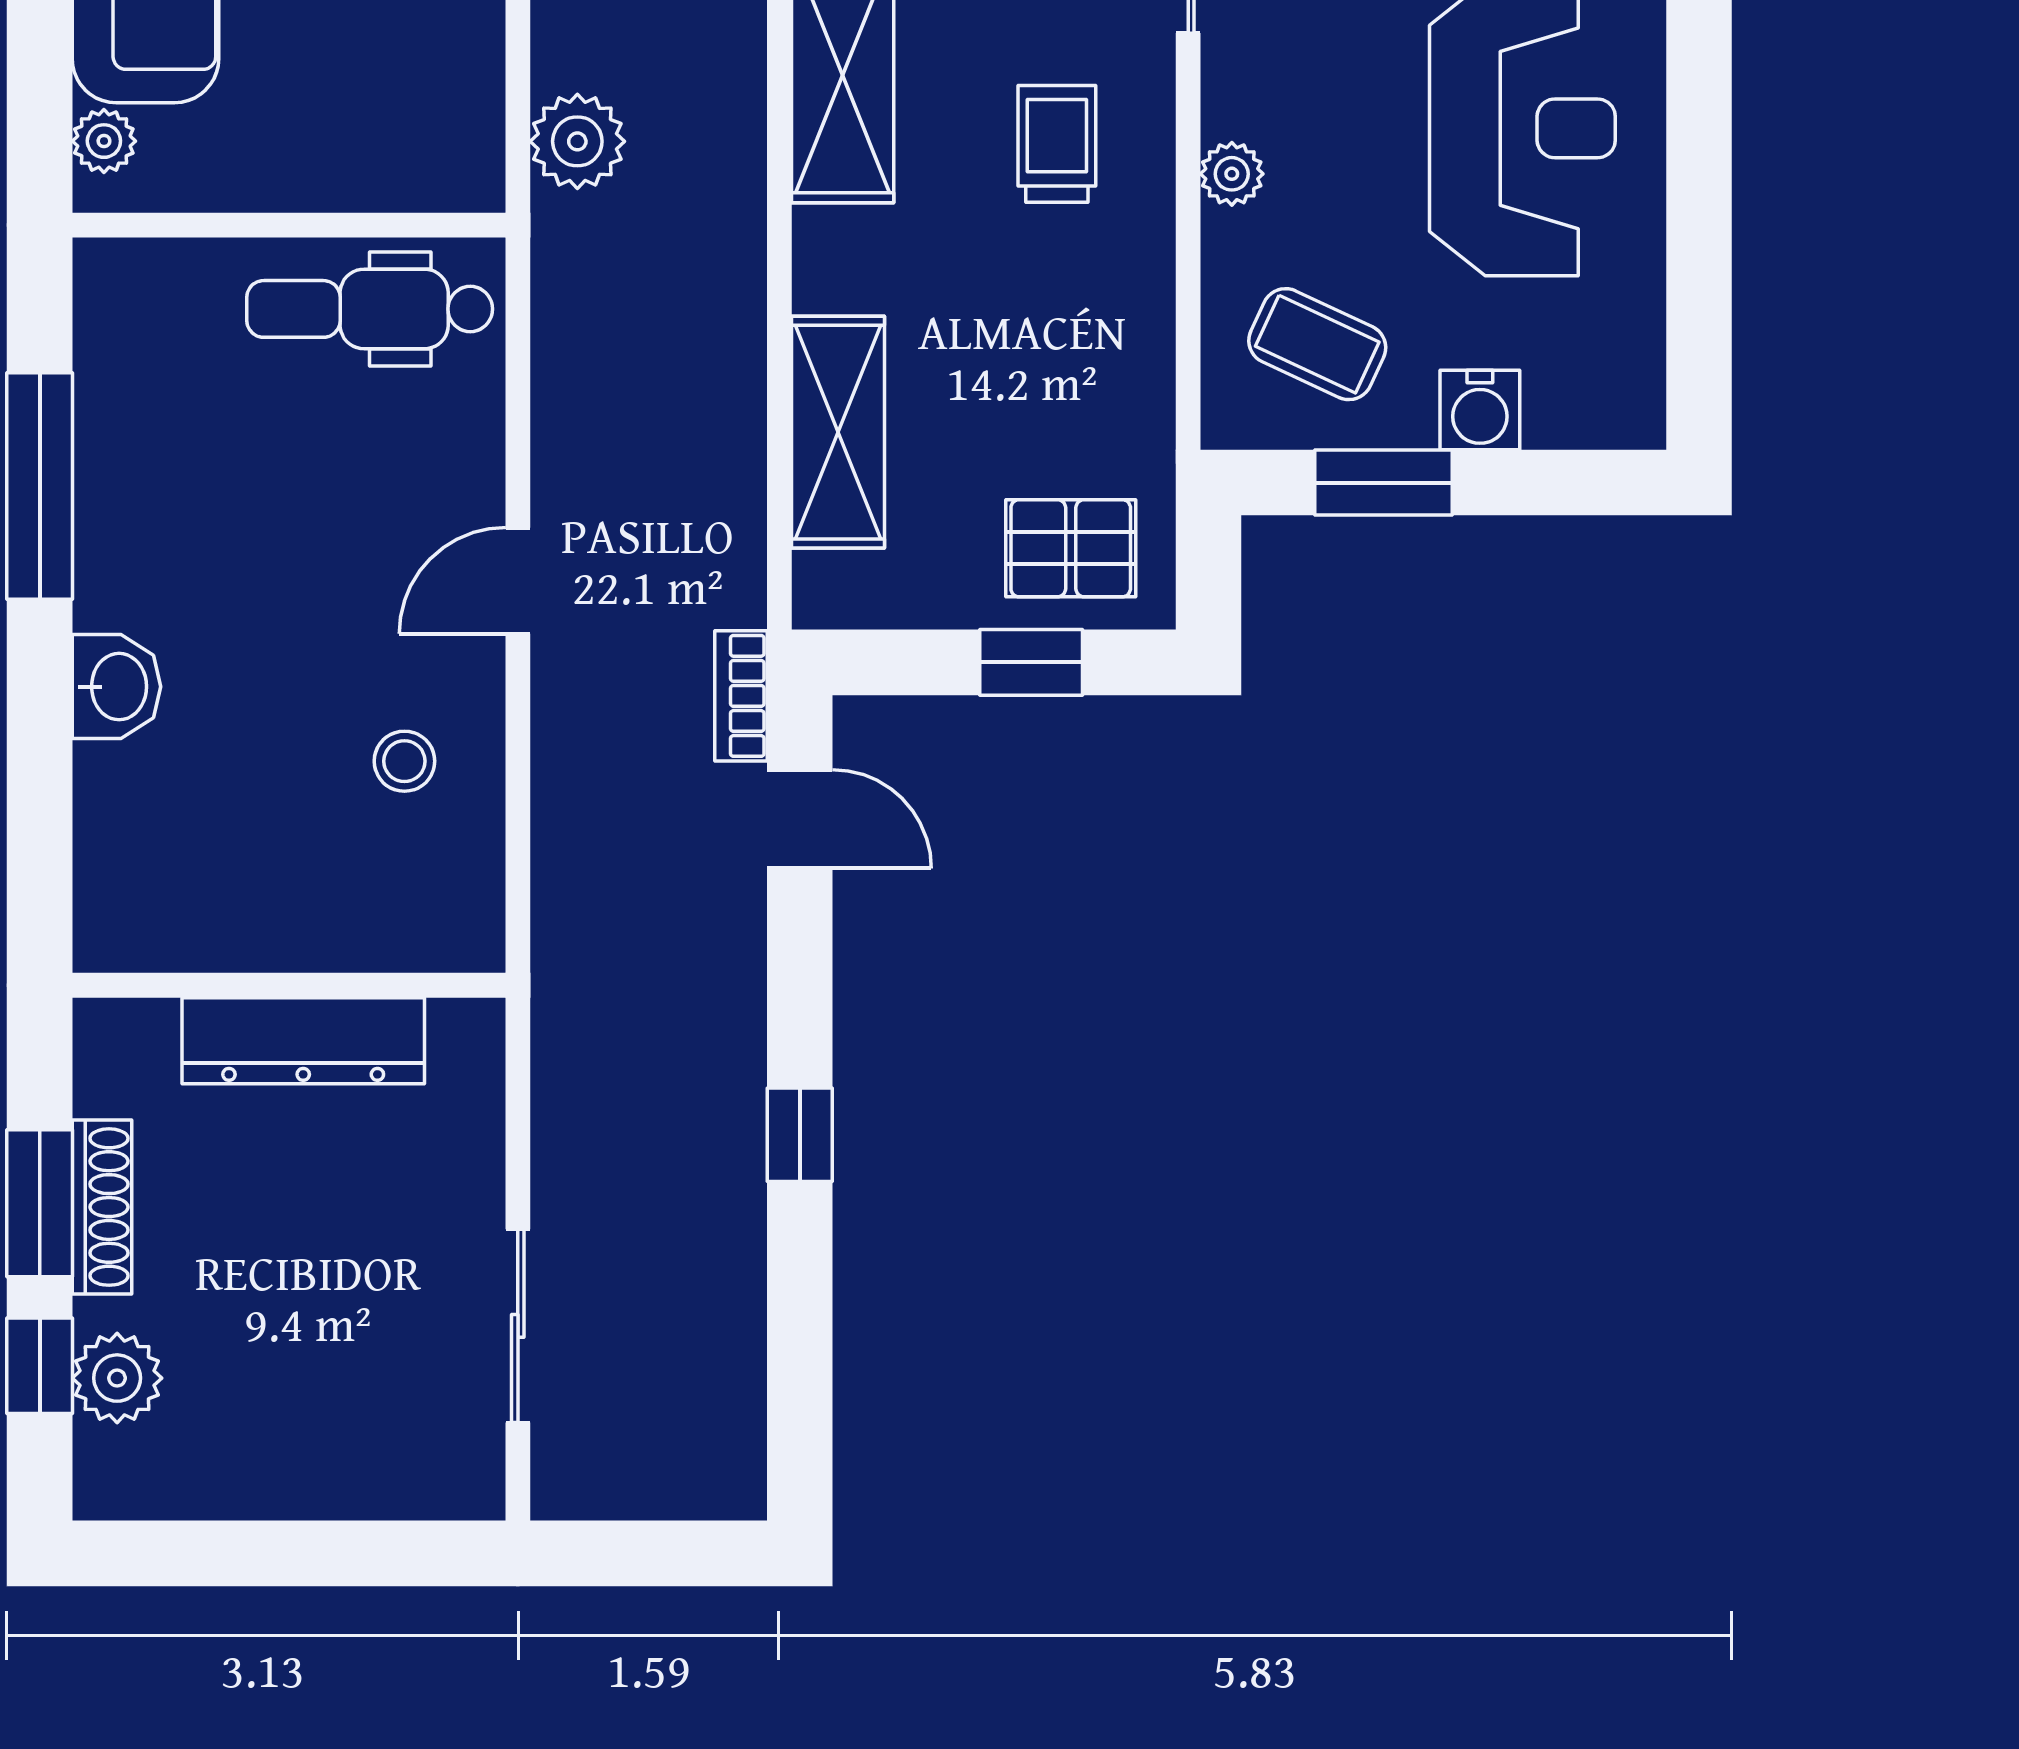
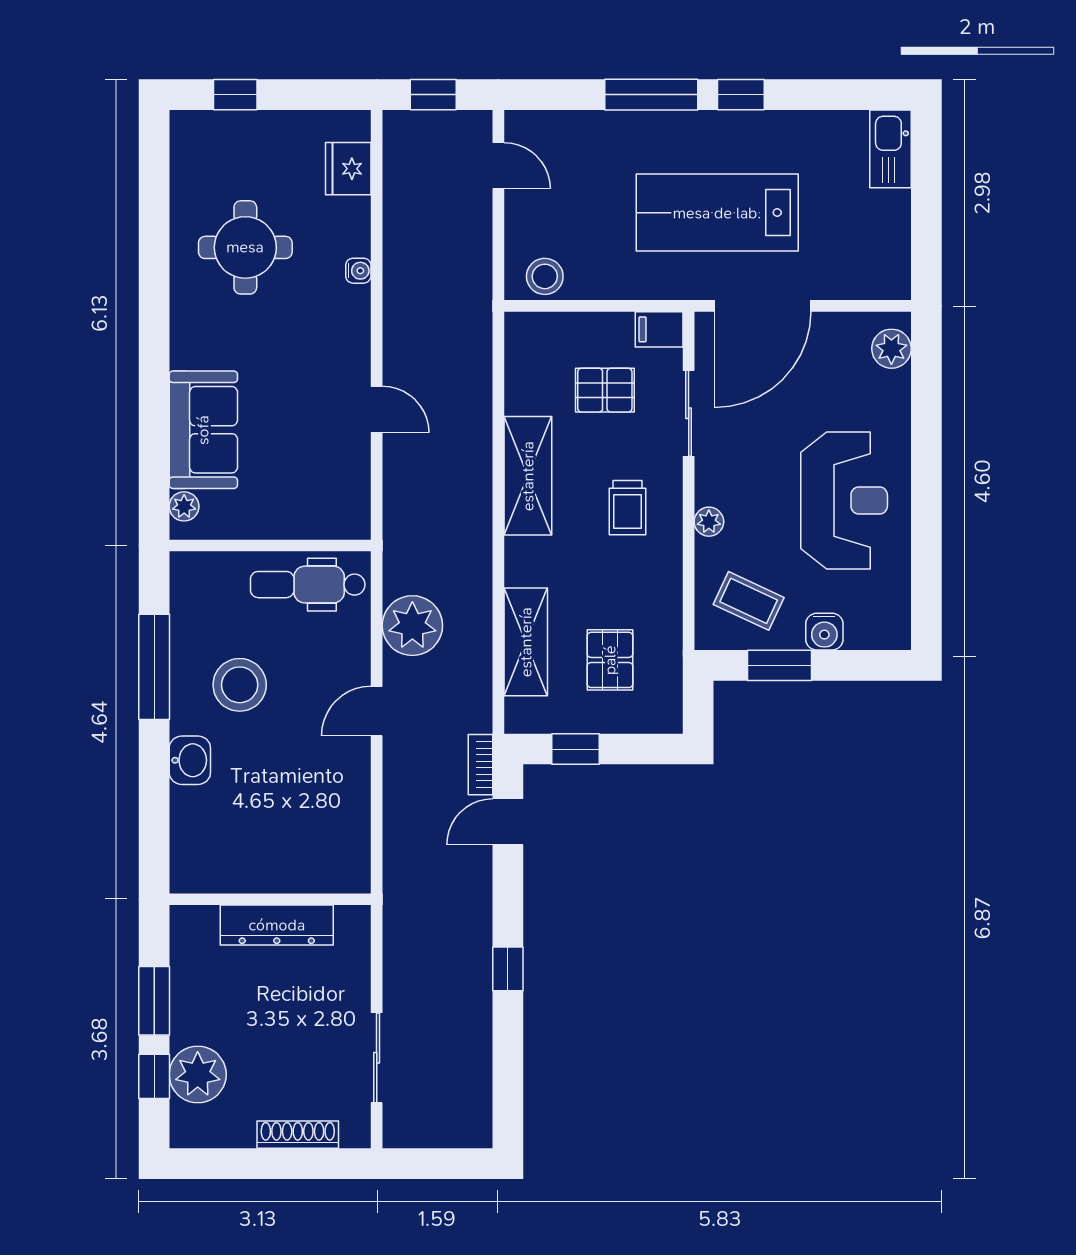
plant: (577, 141) -> (412, 626), moved, width x1.36, depth x1.36
trolley: (1057, 144) -> (627, 508), turned 180
pallet: (1071, 548) -> (610, 660), moved, turned 90
window: (1031, 662) -> (576, 749), moved
stool: (404, 761) -> (240, 685), moved, width x1.89, depth x1.89
door: (800, 819) -> (508, 822), swing flipped
shoe rack: (102, 1207) -> (298, 1135), moved, turned -90
plant: (117, 1378) -> (198, 1074), width x1.36, depth x1.36

